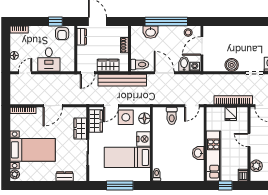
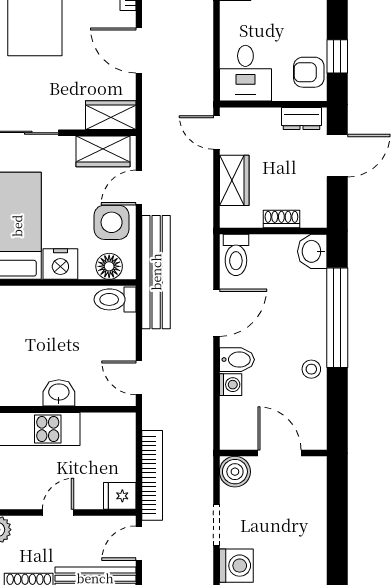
washbasin: (151, 32) -> (312, 251), moved
door: (202, 46) -> (279, 453), moved
wall: (202, 49) -> (273, 453), moved
desk: (49, 60) -> (245, 73), moved, turned -90
bench: (122, 80) -> (156, 272), moved
door: (111, 106) -> (139, 187), hinge flipped
fridge: (231, 114) -> (120, 496), moved
toilet: (172, 116) -> (115, 299), moved
wardrobe: (80, 128) -> (111, 115), moved
washbasin: (198, 153) -> (59, 393), moved

